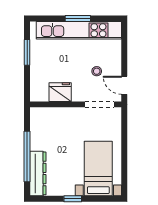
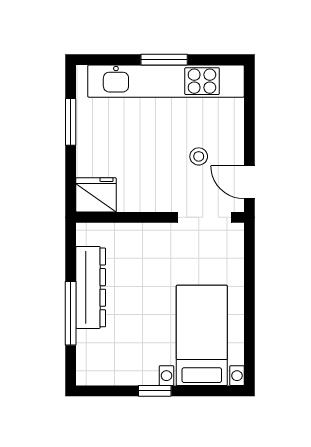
fridge: (60, 92) -> (96, 195), moved
window: (27, 156) -> (71, 313), width x0.68
dresser: (38, 173) -> (91, 287), moved

